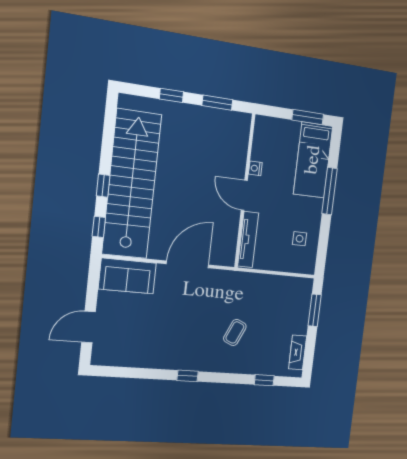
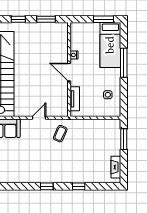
tv unit: (248, 239) -> (75, 99), width x0.71
door: (188, 264) -> (39, 118), width x0.53
coffee table: (235, 332) -> (60, 134), moved
window: (264, 380) -> (79, 186), moved

